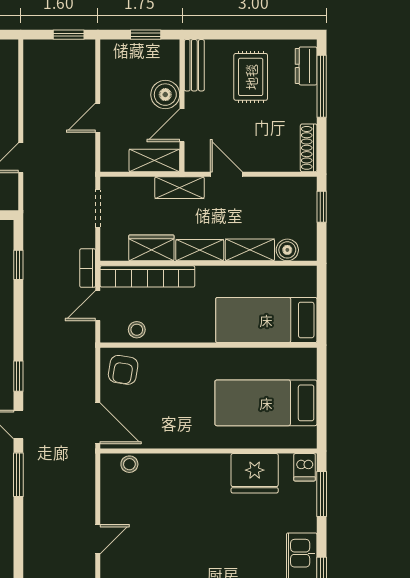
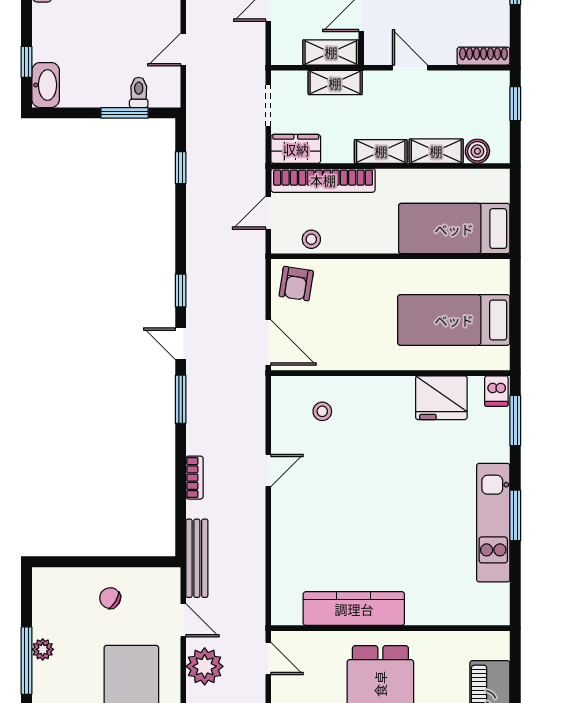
shoe rack: (309, 148) -> (483, 56), moved, turned 90
shelving: (179, 188) -> (335, 83), moved
wardrobe: (151, 248) -> (296, 149), moved
bookcase: (88, 268) -> (195, 478), moved, turned 180
stool: (129, 464) -> (322, 411), moved

